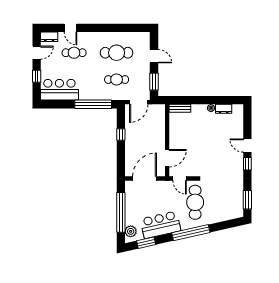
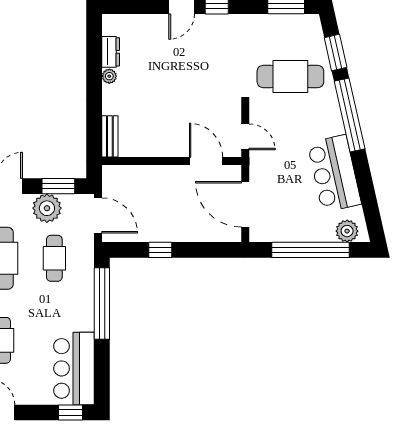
window: (37, 76) -> (71, 412), moved
plant: (143, 76) -> (47, 208), added
door: (180, 179) -> (245, 137), hinge flipped
cafe table: (195, 202) -> (290, 77), moved
window: (146, 243) -> (336, 53), moved

